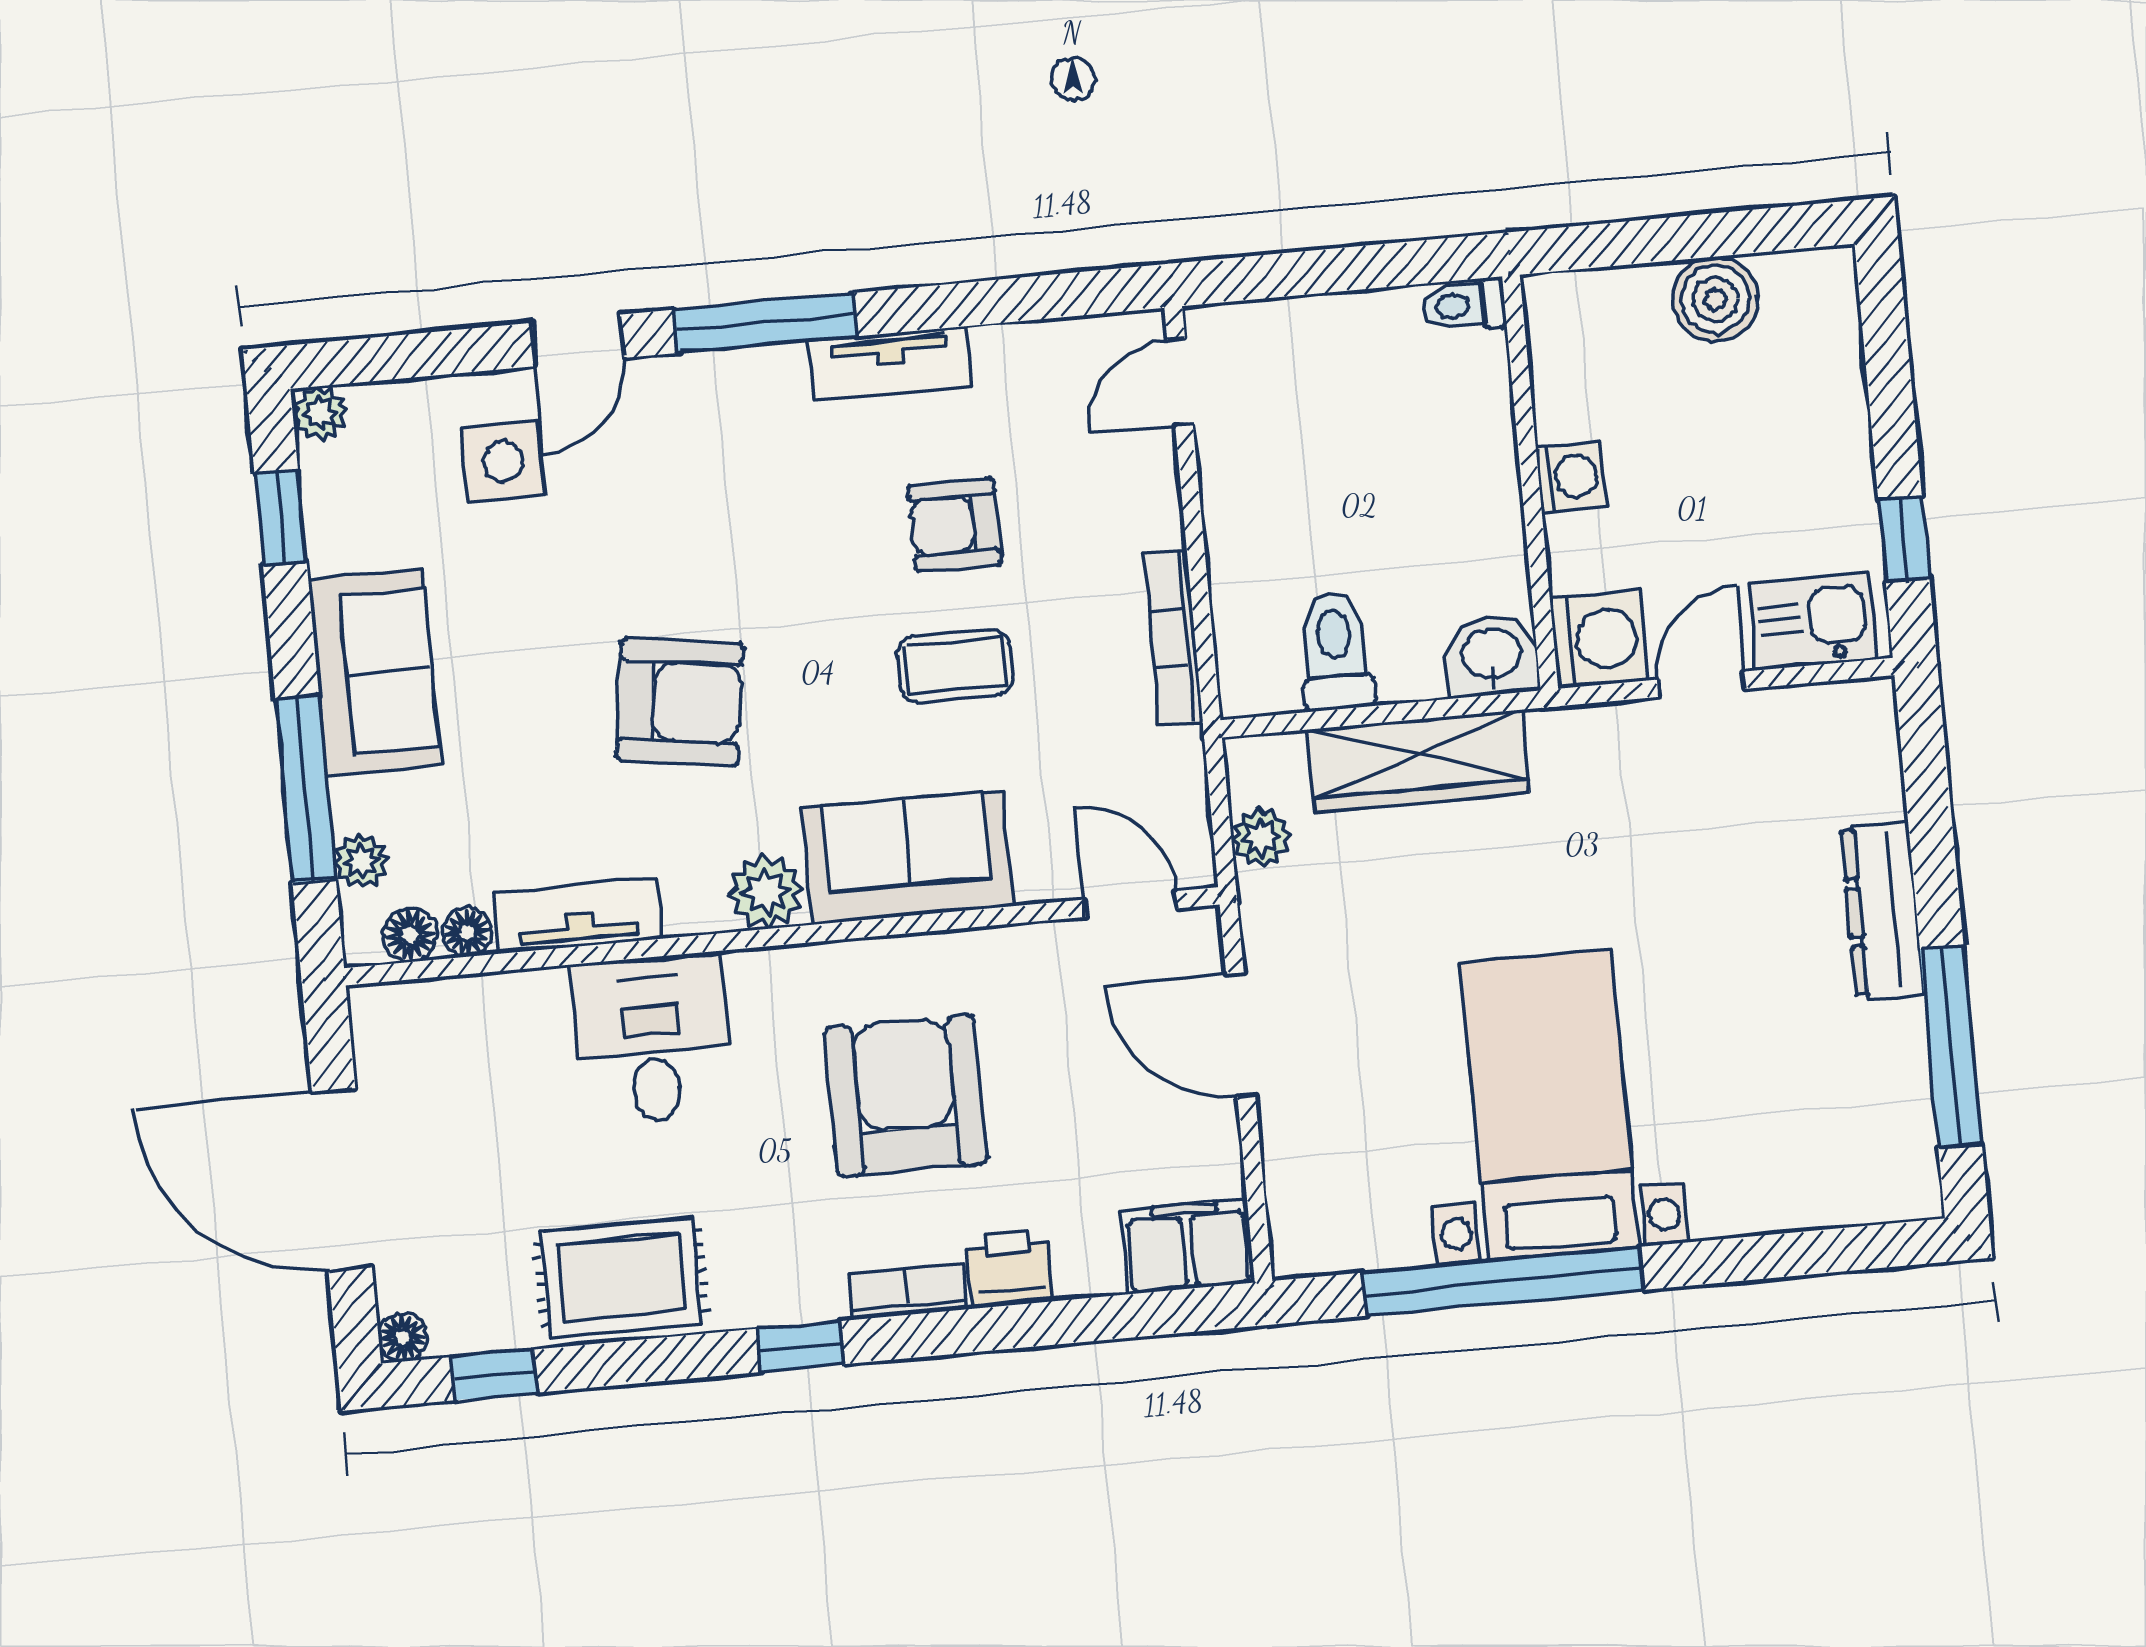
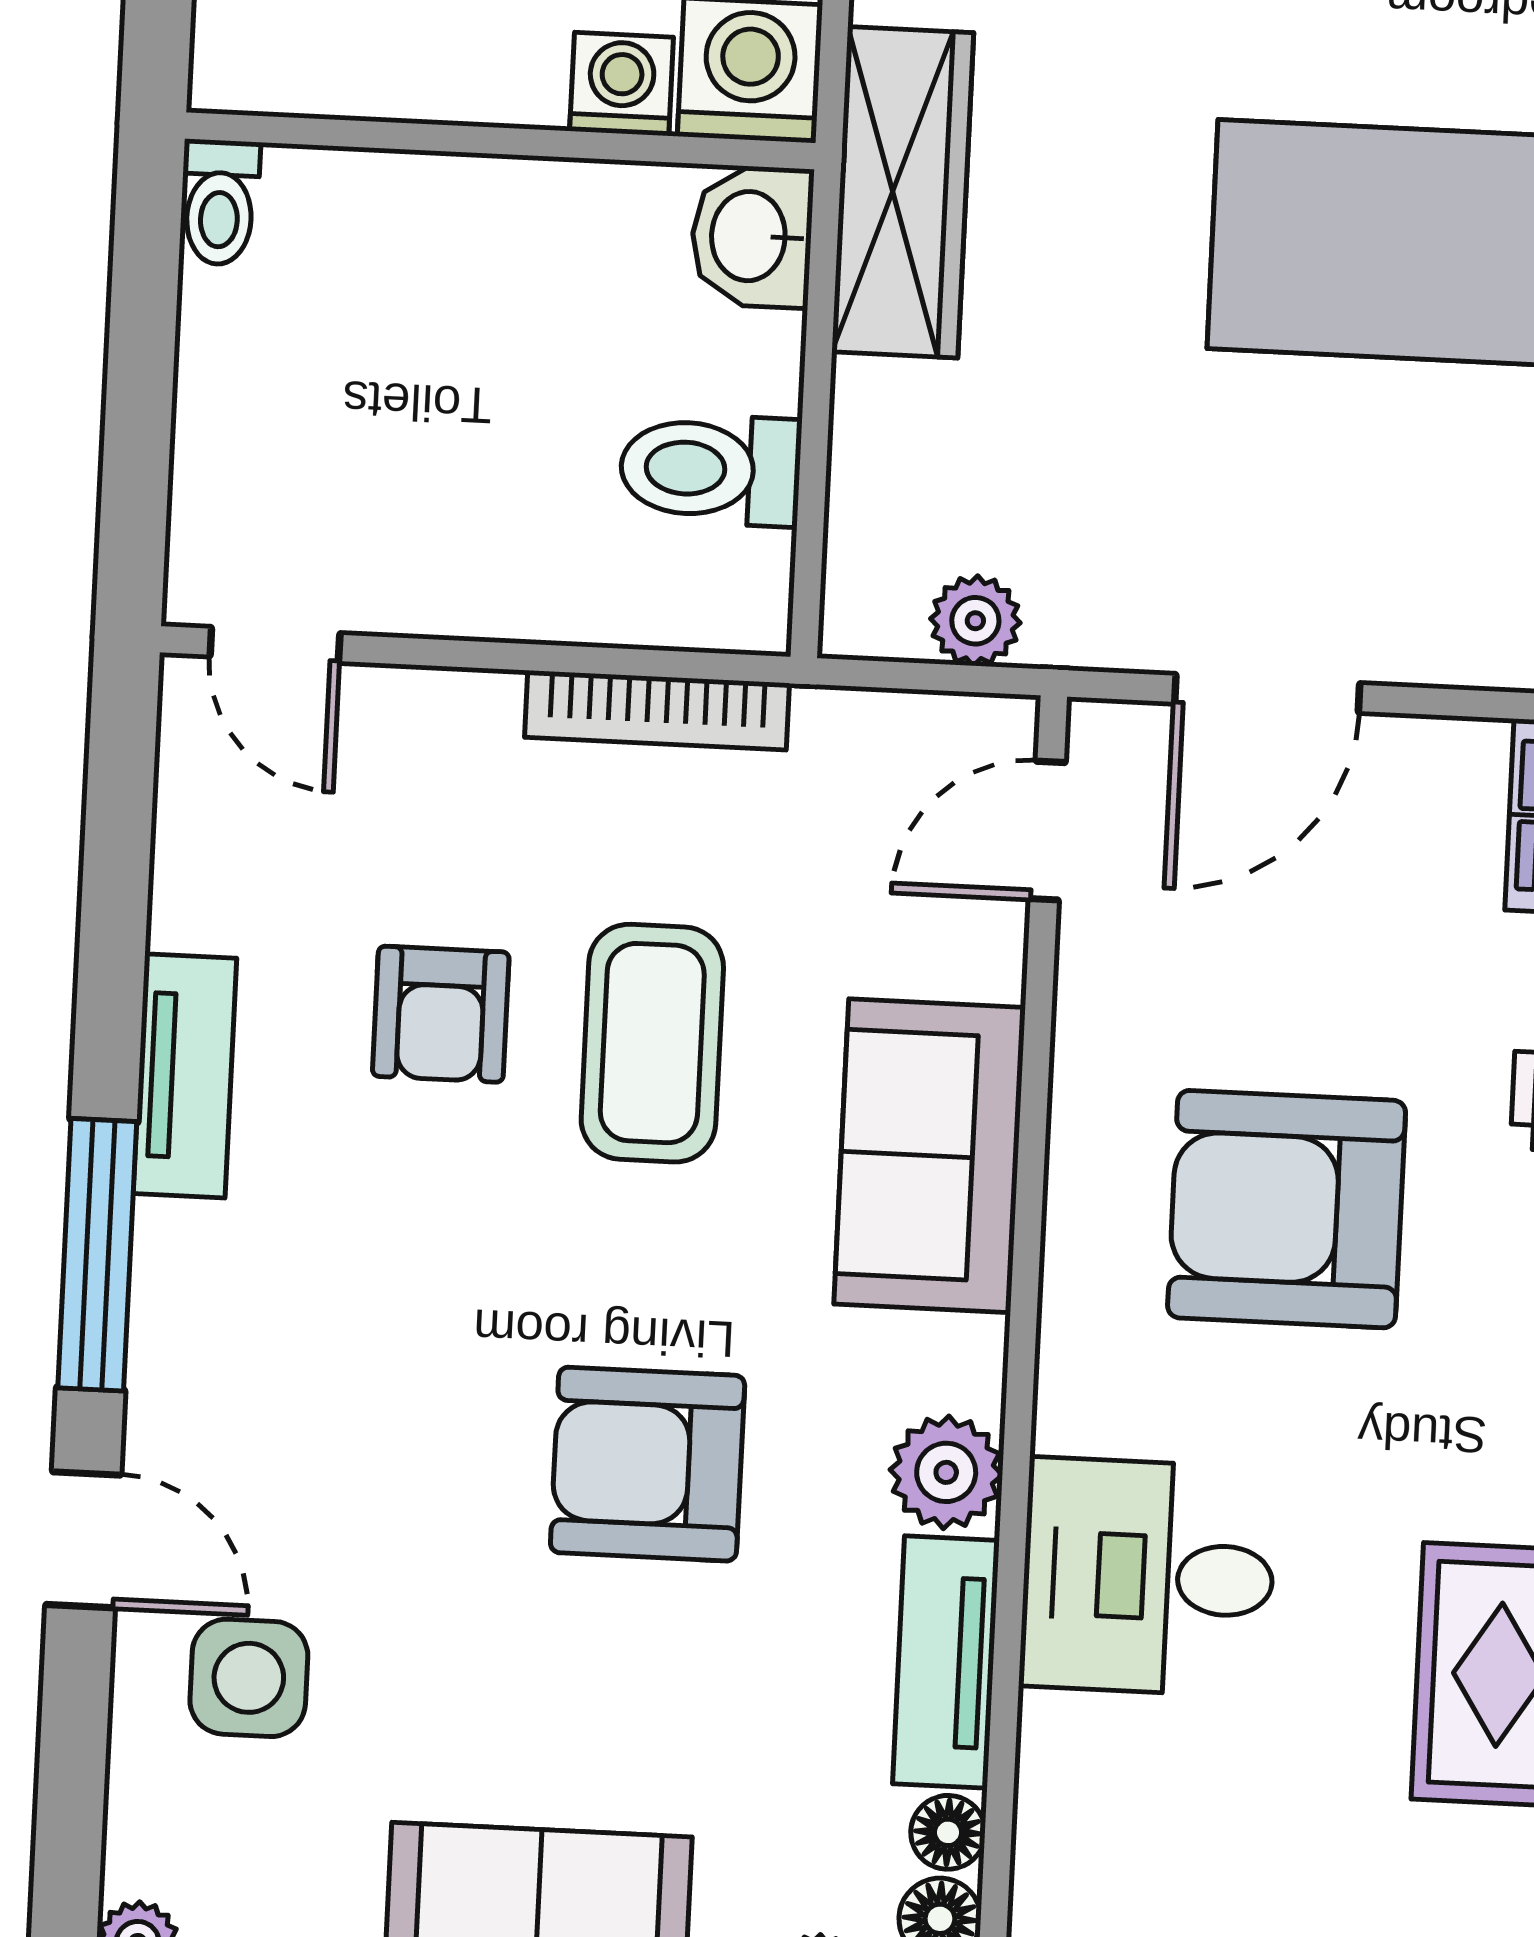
washing machine: (1571, 477) -> (622, 84), moved
coffee table: (955, 666) -> (652, 1043), width x1.36, depth x1.30
armchair: (680, 702) -> (648, 1464), turned -98
wardrobe: (1418, 761) -> (903, 192), moved
plant: (766, 892) -> (946, 1472), moved

